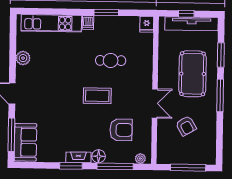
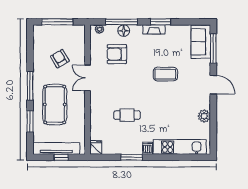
coffee table: (97, 96) -> (165, 74), moved
floor lamp: (99, 156) -> (124, 31), moved

